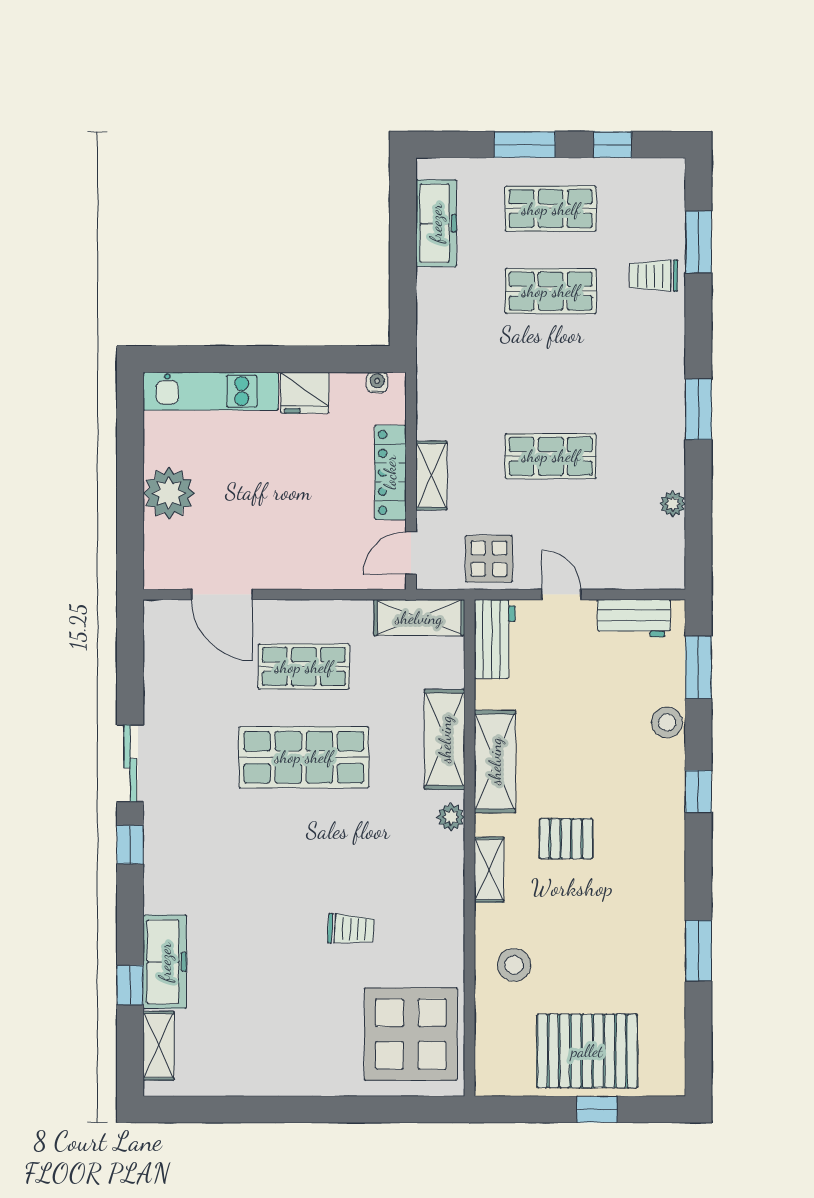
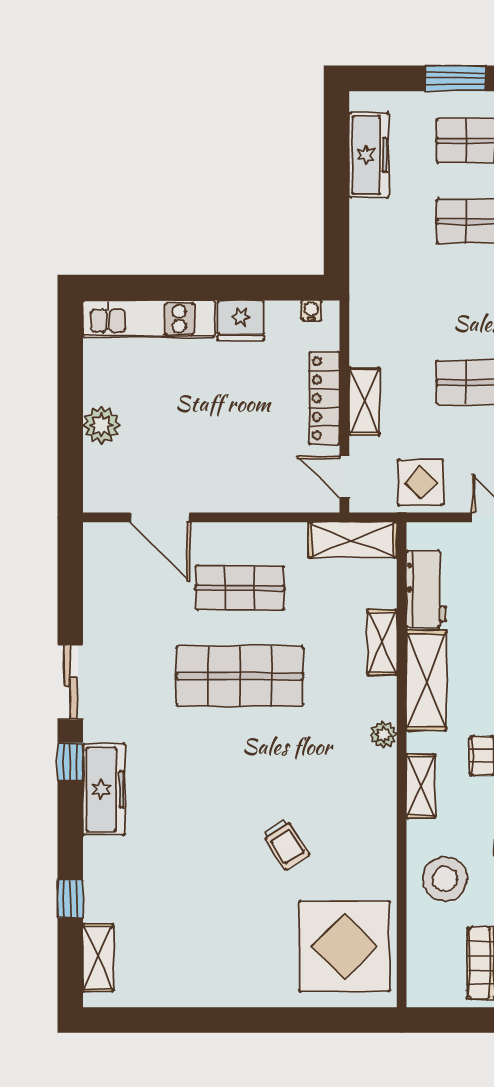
plant: (169, 493) -> (101, 425), width x0.73, depth x0.73
door: (411, 553) -> (344, 477), hinge flipped
workbench: (495, 639) -> (426, 589), moved
shelving: (445, 739) -> (382, 642), width x0.67, depth x0.75
trolley: (351, 929) -> (286, 844), turned 54
freezer: (165, 962) -> (104, 789), moved
stool: (514, 965) -> (445, 879), width x1.38, depth x1.38

